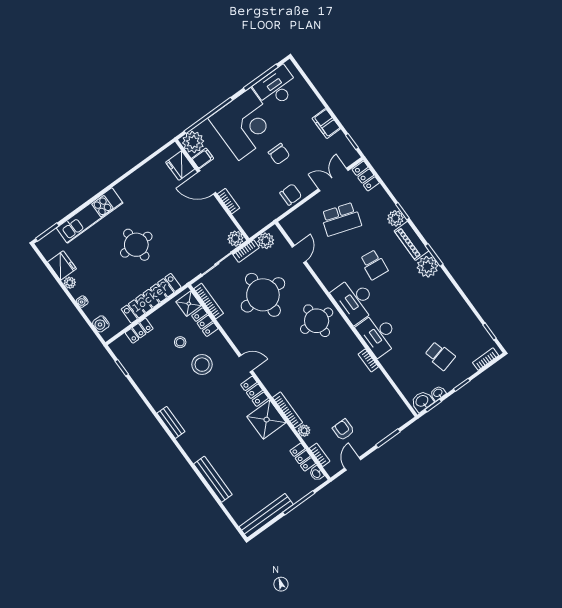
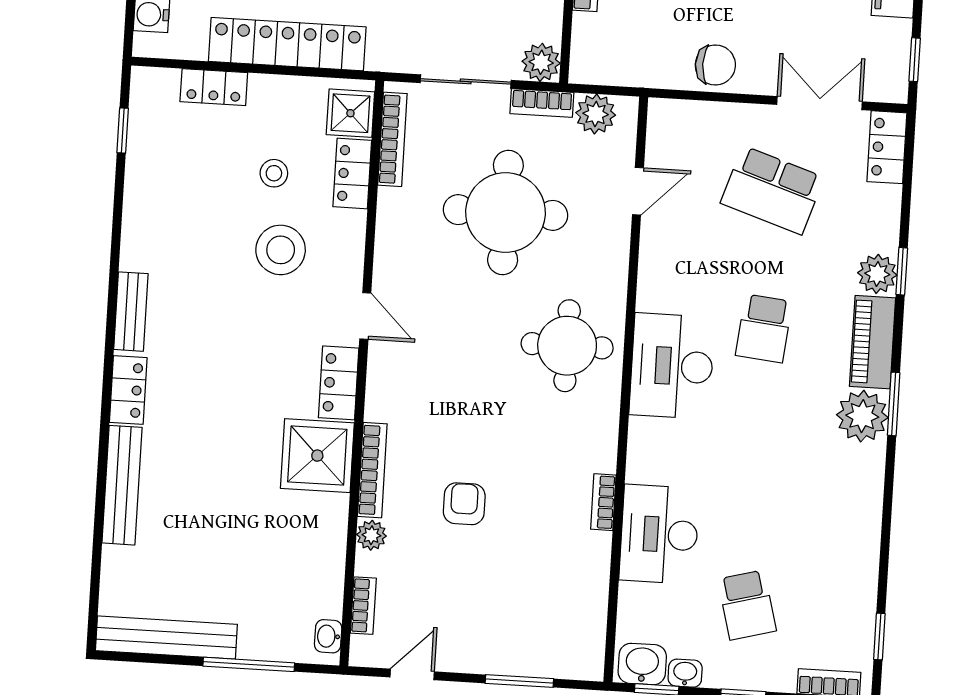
desk: (378, 334) -> (659, 534), moved
armchair: (343, 430) -> (464, 504), moved
locker: (303, 457) -> (128, 390), moved, turned 180

